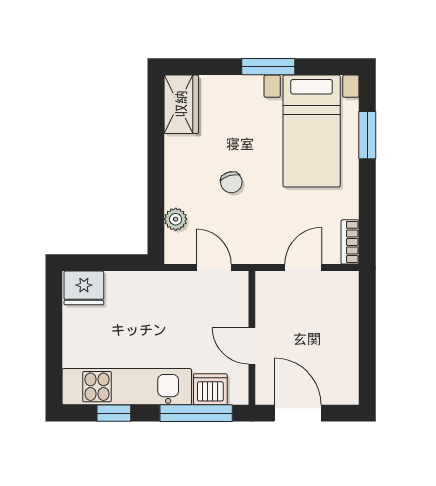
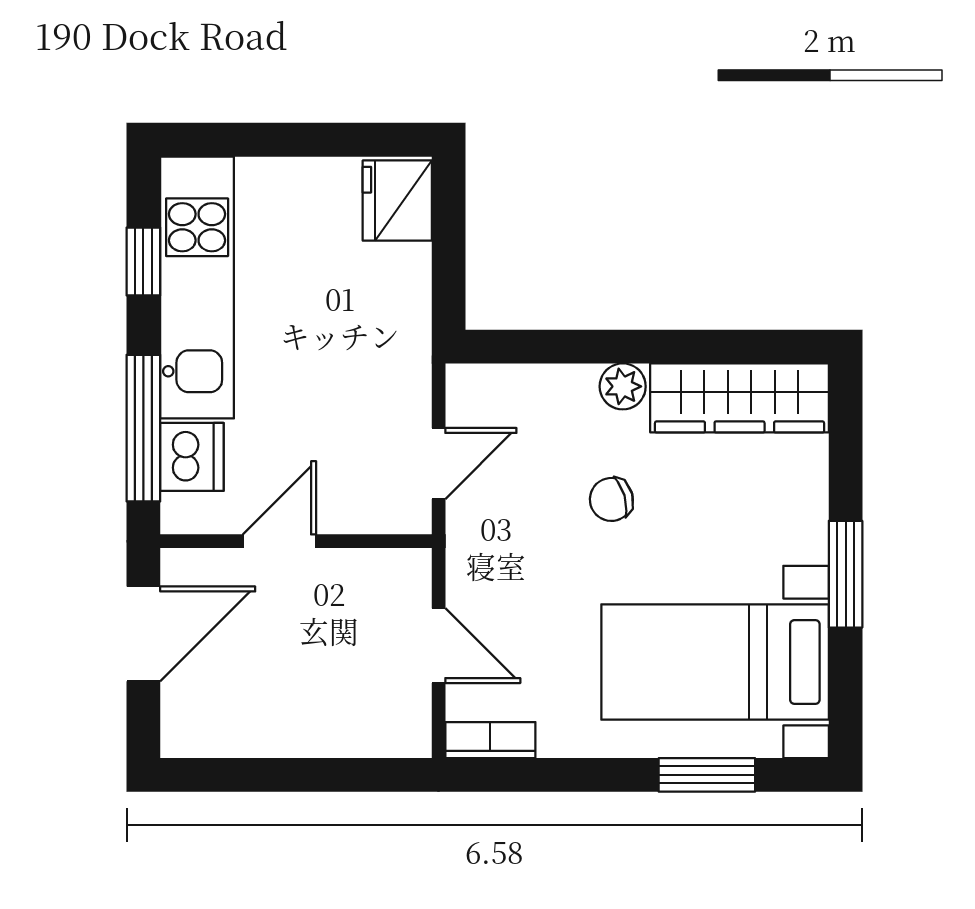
wardrobe: (181, 104) -> (740, 398), width x1.50
plant: (176, 219) -> (623, 386), moved

